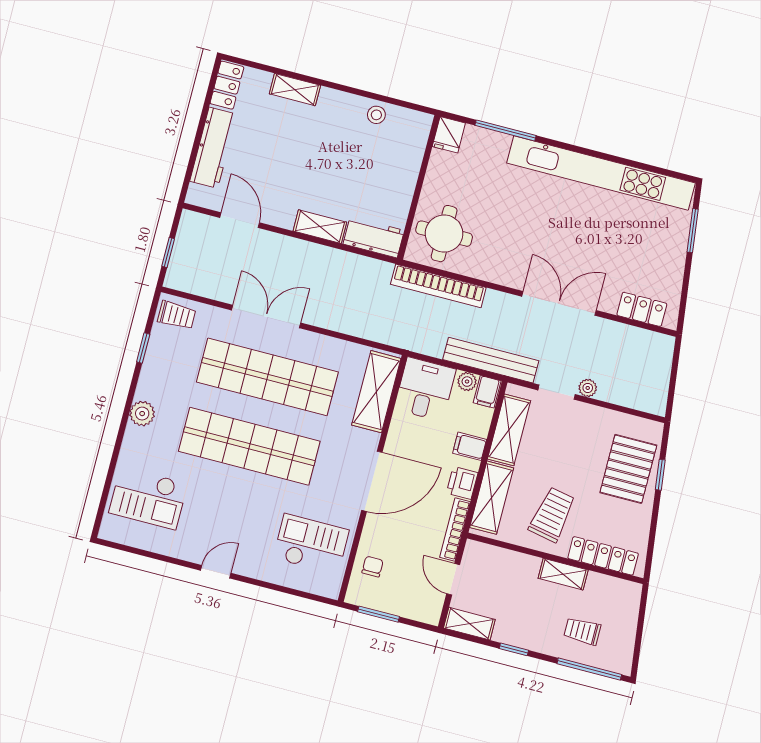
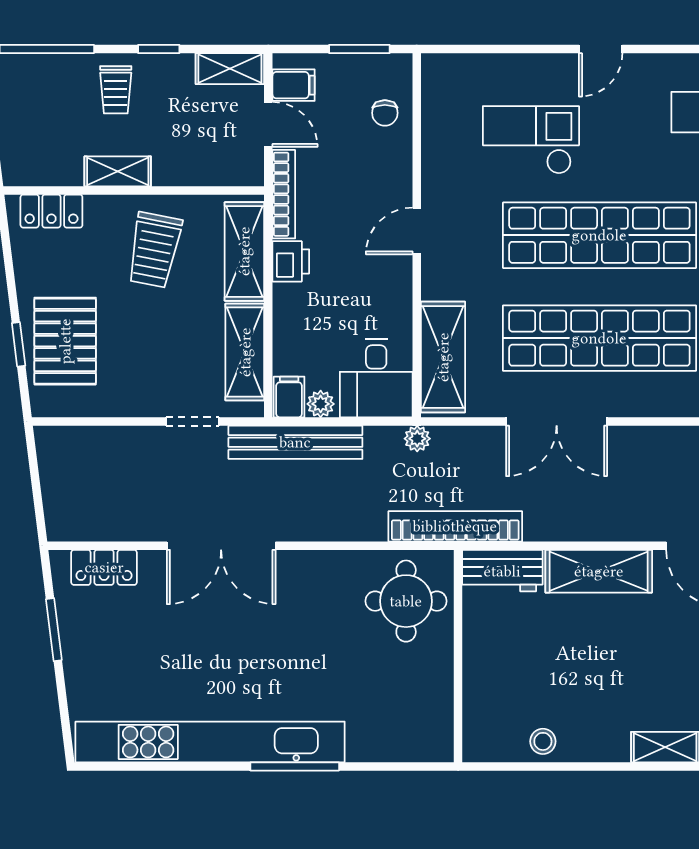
window: (505, 130) -> (295, 766), moved
fridge: (449, 135) -> (435, 740), removed
shelving: (320, 227) -> (599, 571), width x1.50, depth x1.33
window: (693, 231) -> (54, 630), moved
bookcase: (438, 286) -> (455, 526), moved
double door: (266, 317) -> (557, 422), moved
plant: (588, 388) -> (417, 439), moved
filing cabinet: (470, 446) -> (294, 85), moved
door: (372, 481) -> (417, 231), width x0.53
checkout: (311, 544) -> (531, 140), moved, turned 180
locker: (603, 556) -> (51, 211), width x0.66
trolley: (582, 631) -> (116, 90), moved, turned 90

